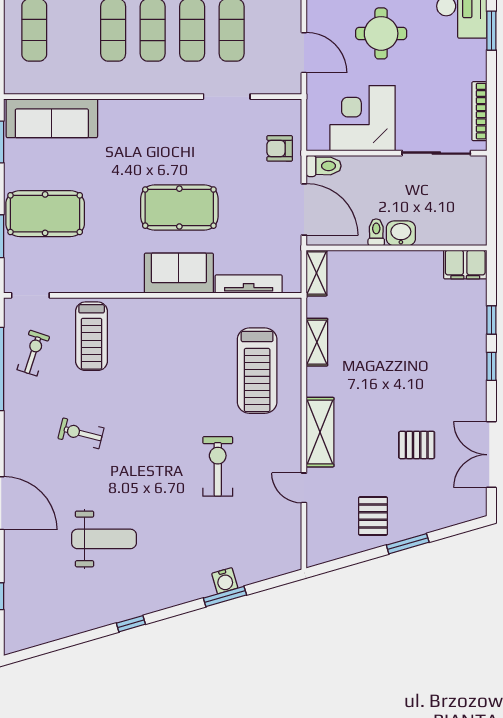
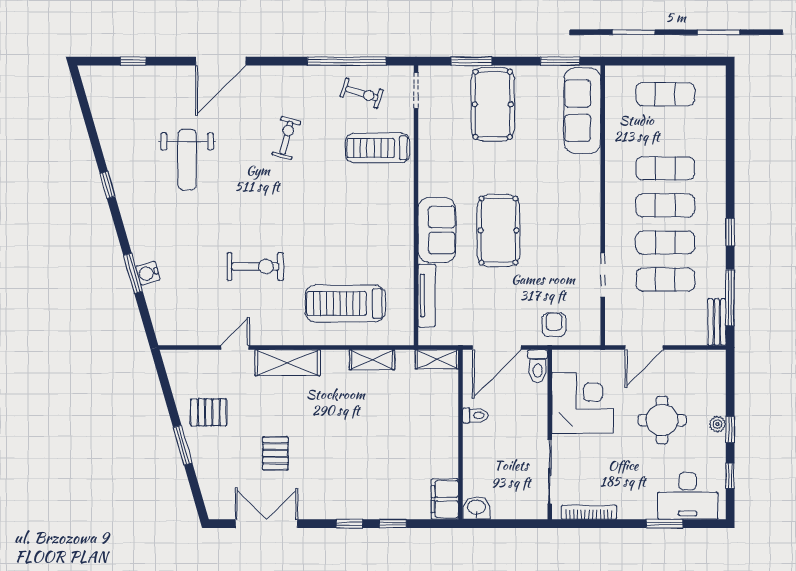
washbasin: (401, 233) -> (476, 508), moved, turned -90

